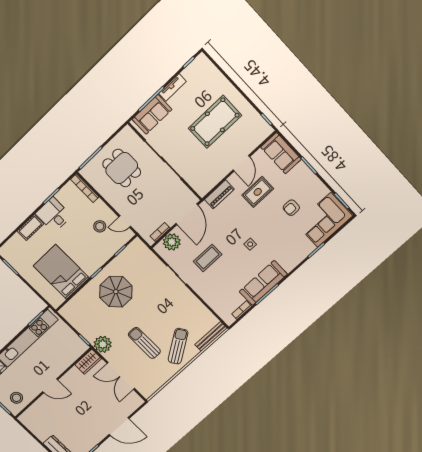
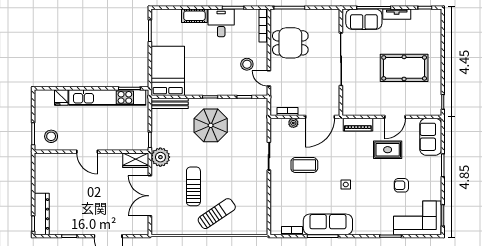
dining table: (122, 168) -> (290, 43), moved, turned 90
plant: (172, 242) -> (293, 123), width x0.53, depth x0.53
bed: (61, 272) -> (168, 71), moved
bench: (211, 336) -> (170, 103), moved

